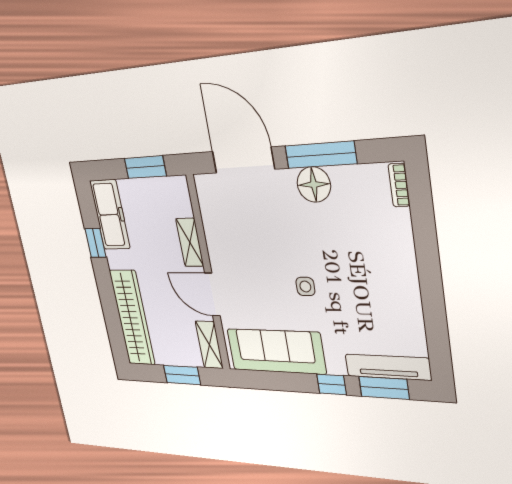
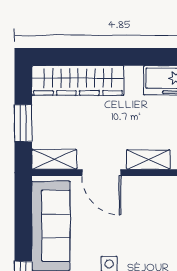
window: (95, 243) -> (150, 57), removed
door: (212, 295) -> (101, 173), swing flipped

